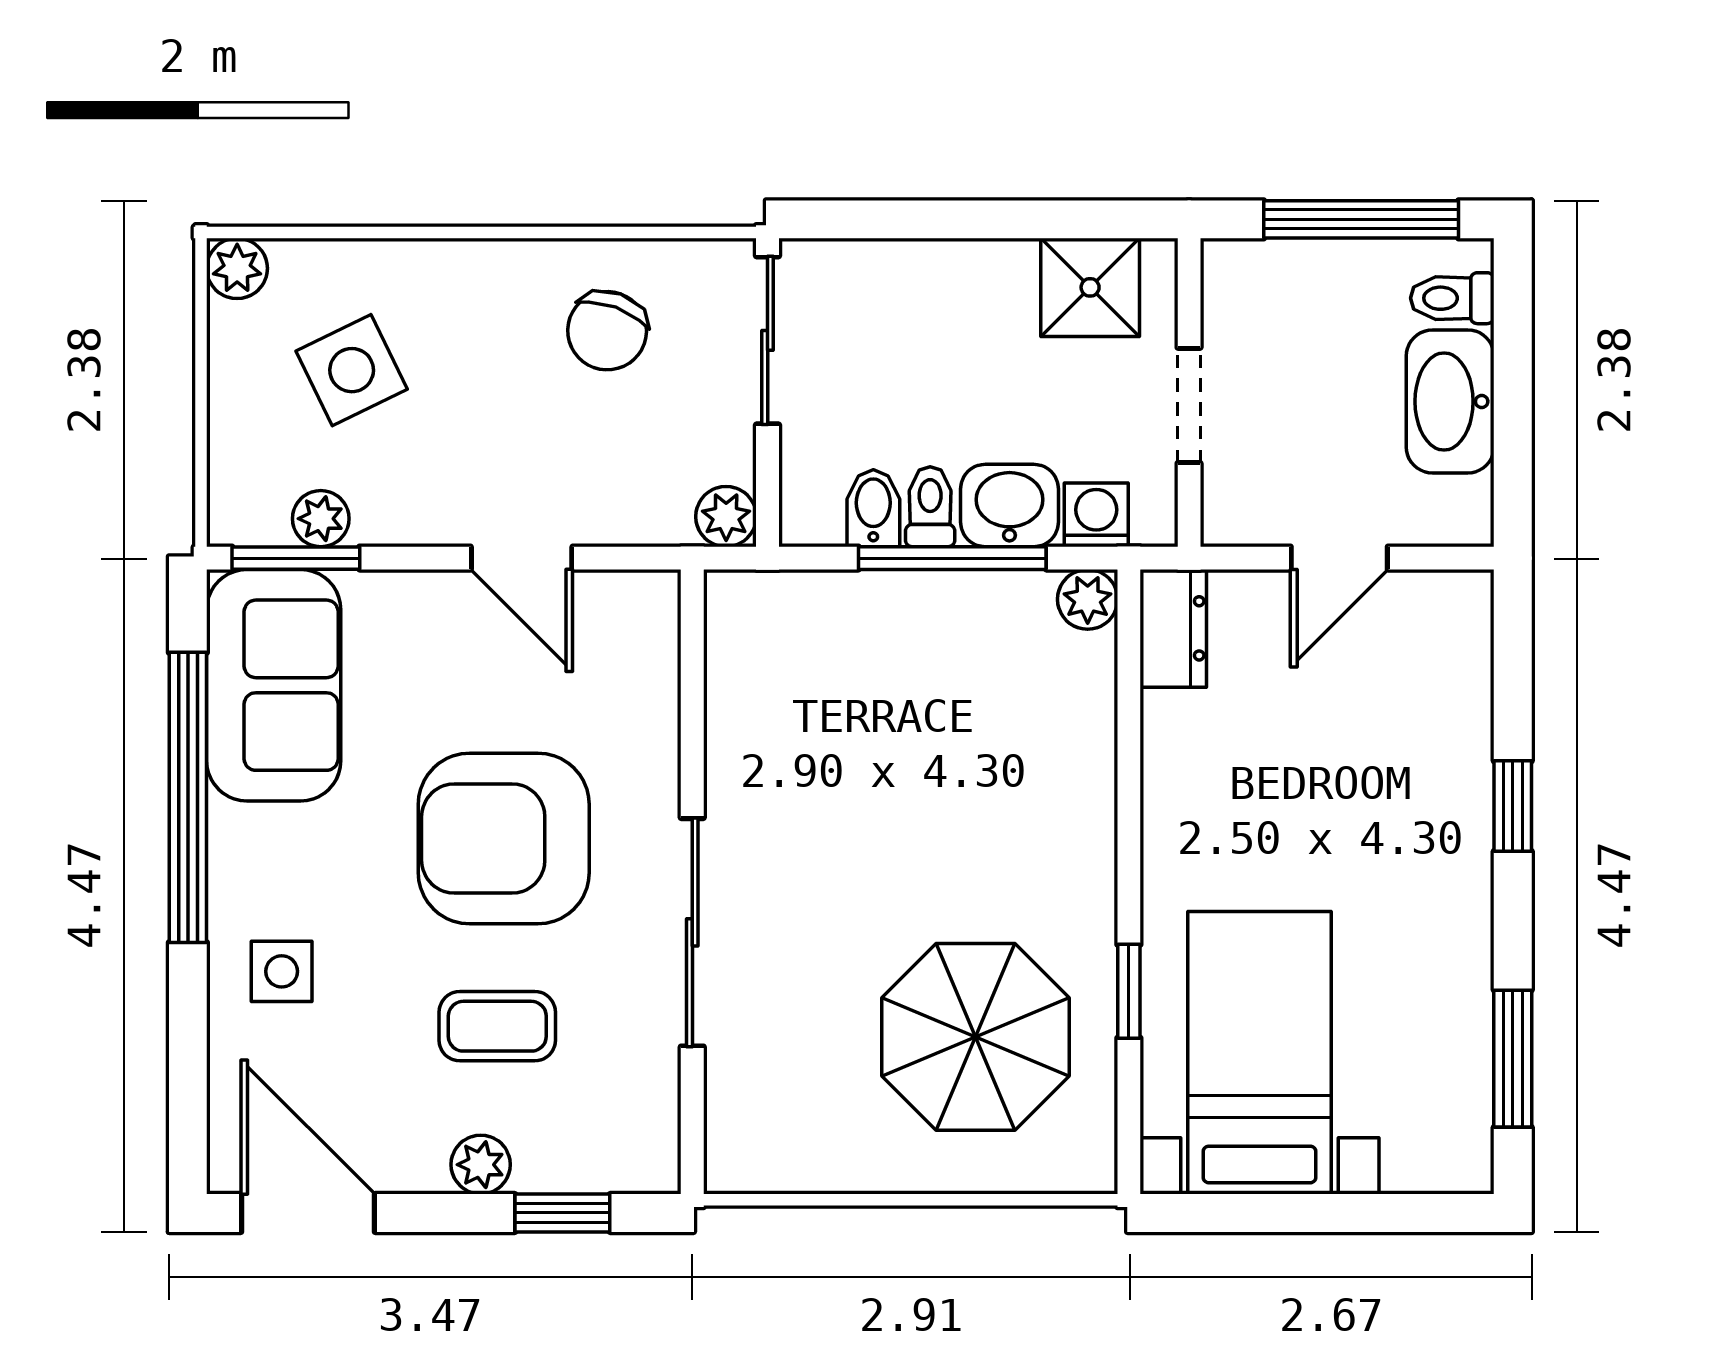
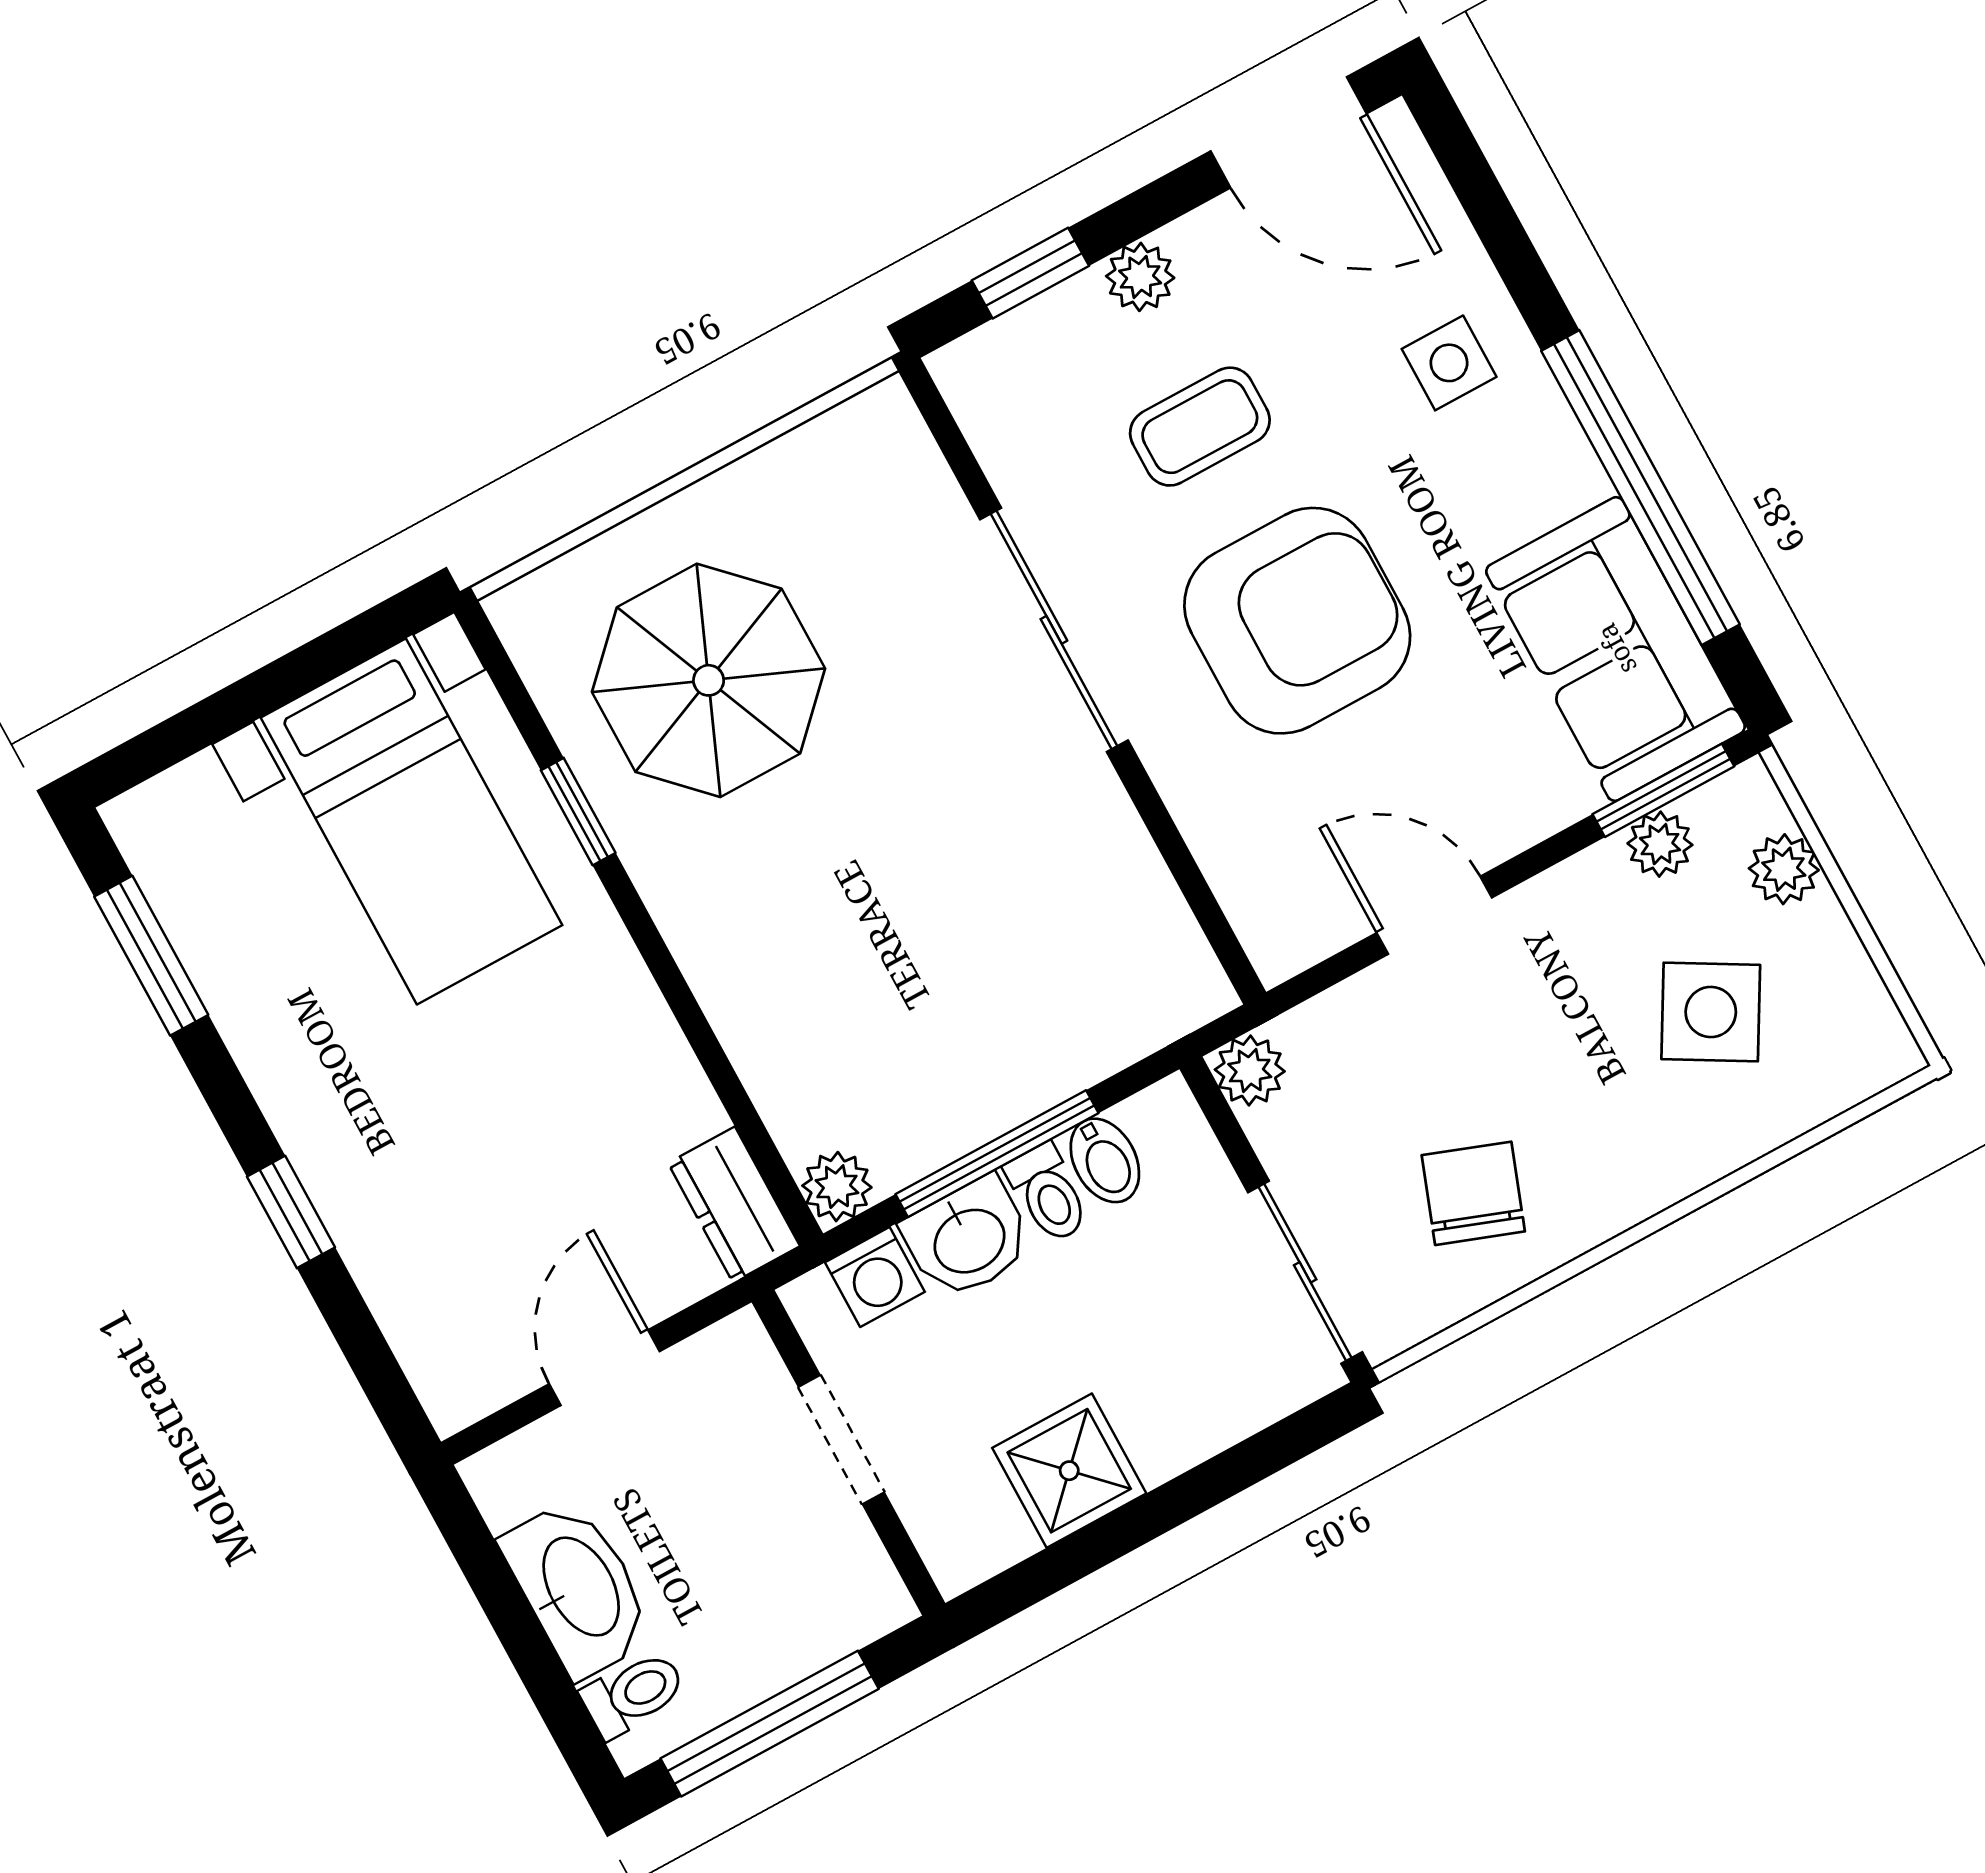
plant: (237, 268) -> (1784, 869), moved
shower: (1090, 287) -> (1069, 1471), moved
side table: (352, 370) -> (1711, 1012), turned -34

